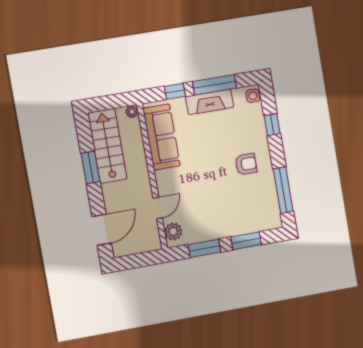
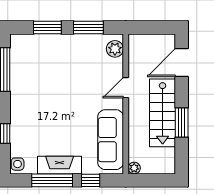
stairs: (107, 146) -> (163, 113), moved
armchair: (246, 164) -> (35, 100), removed
door: (158, 208) -> (126, 88), moved

